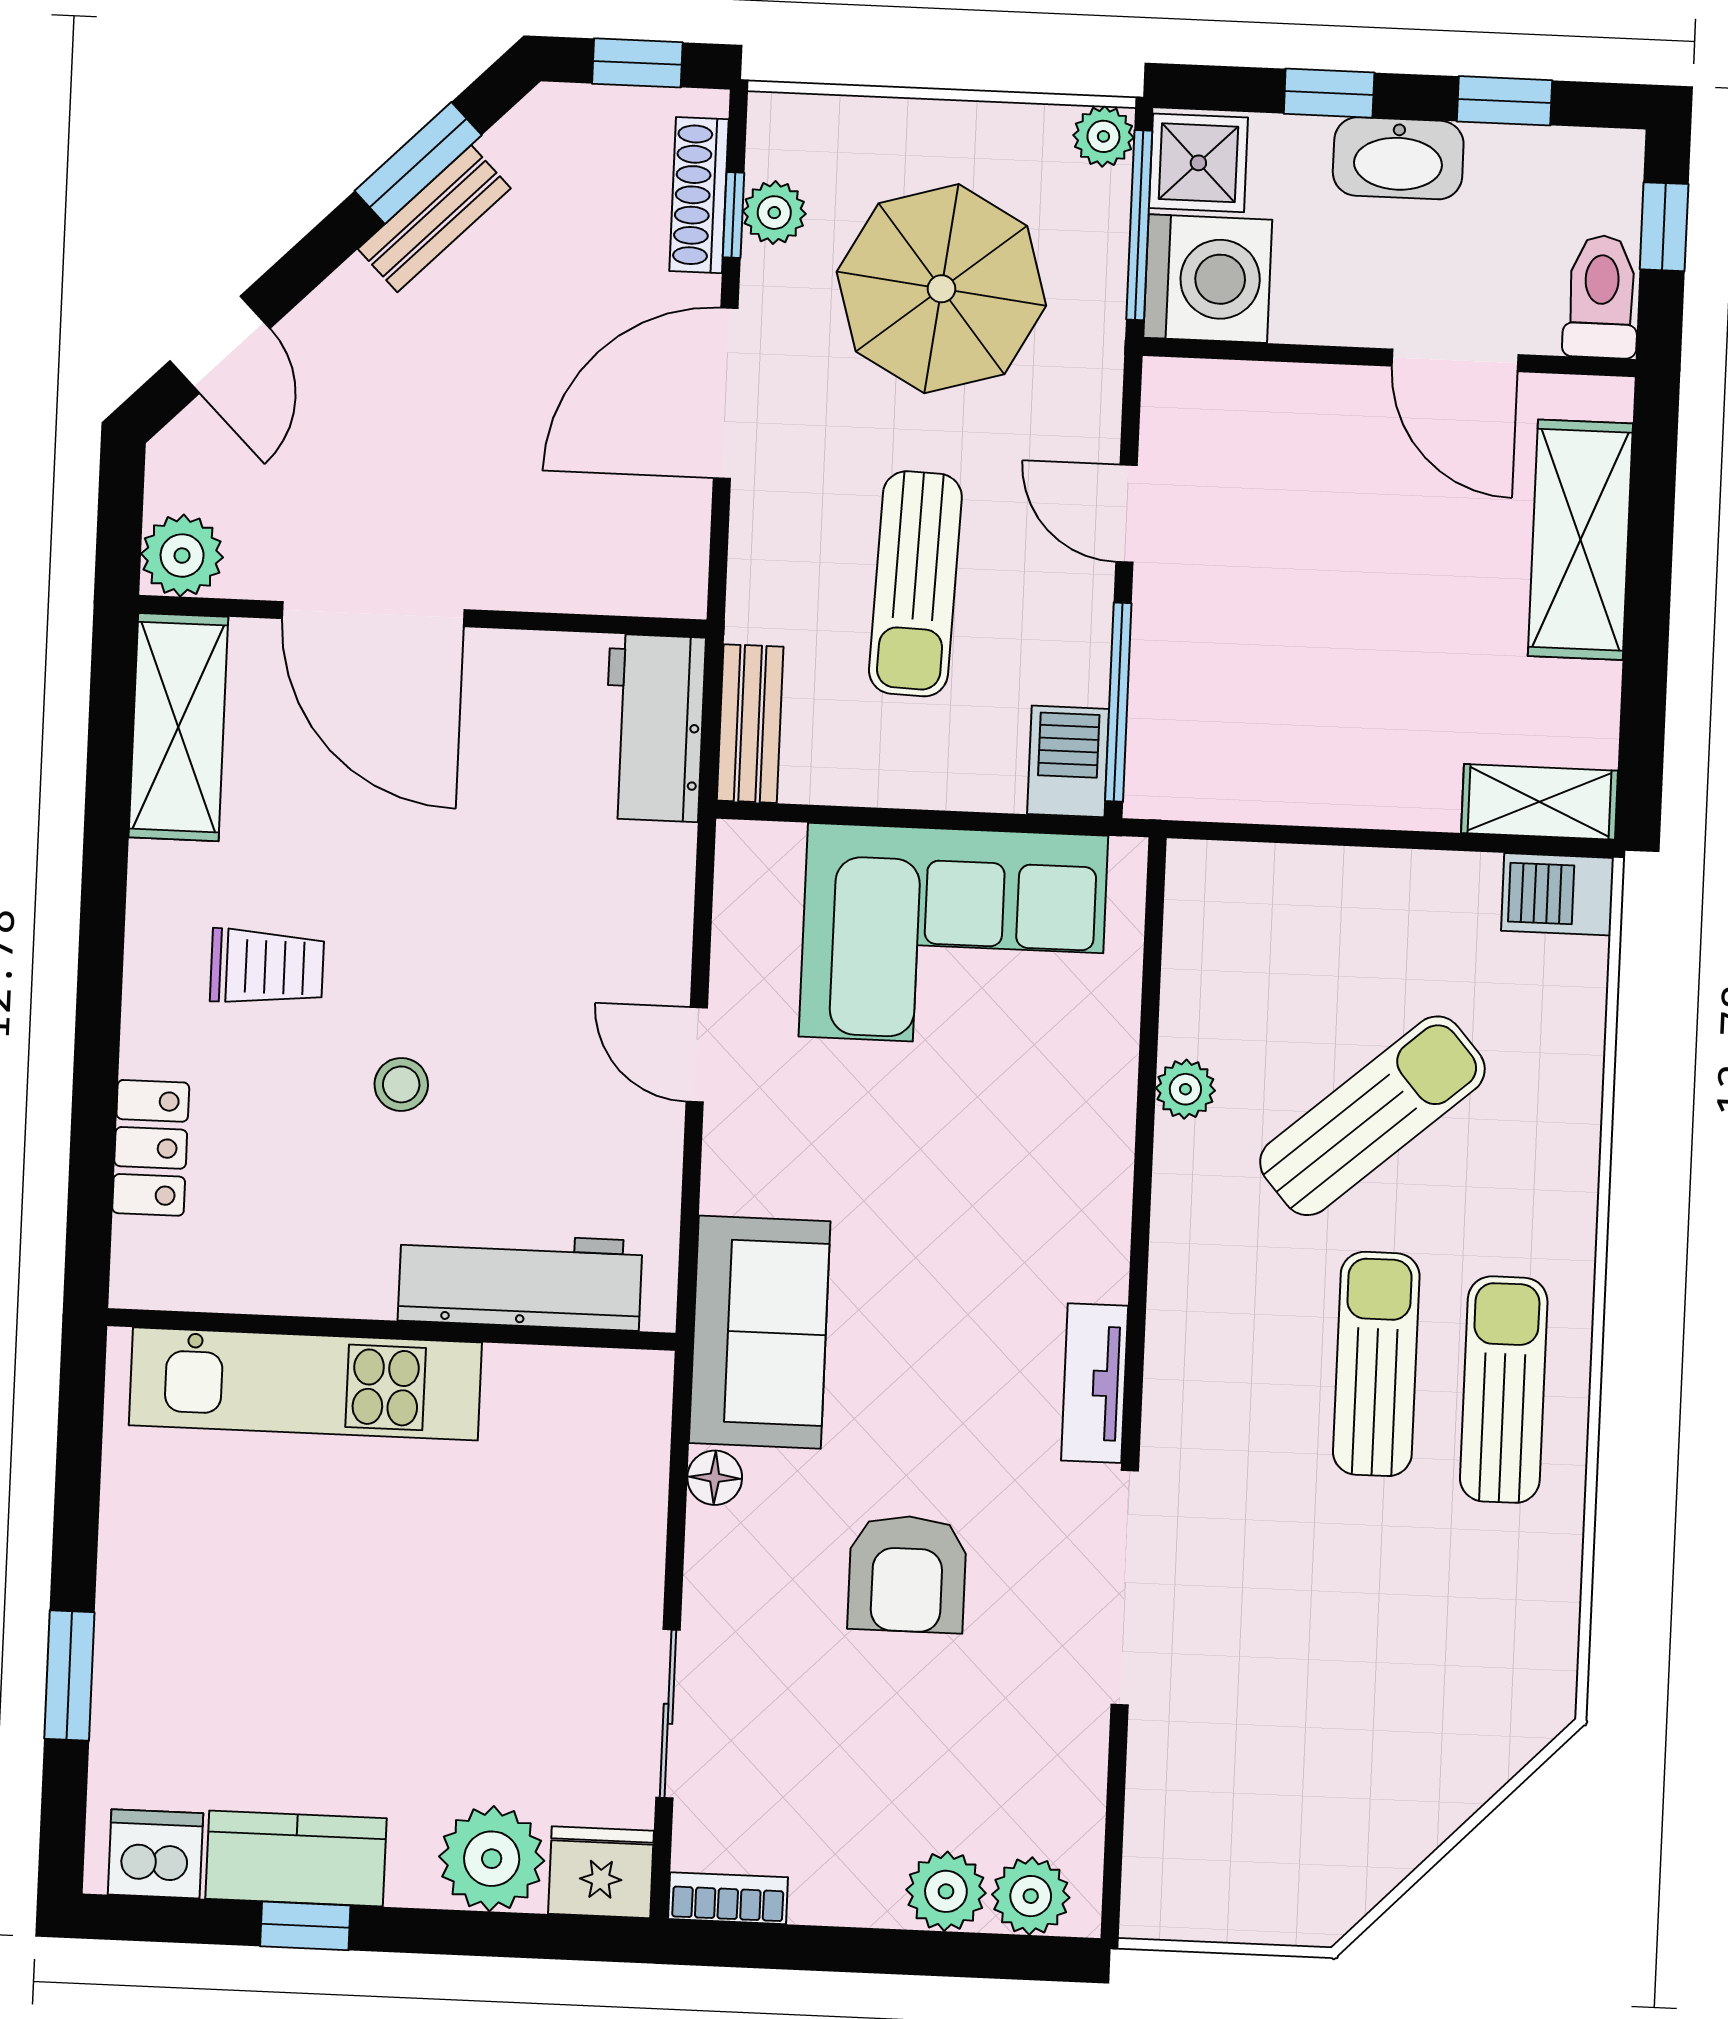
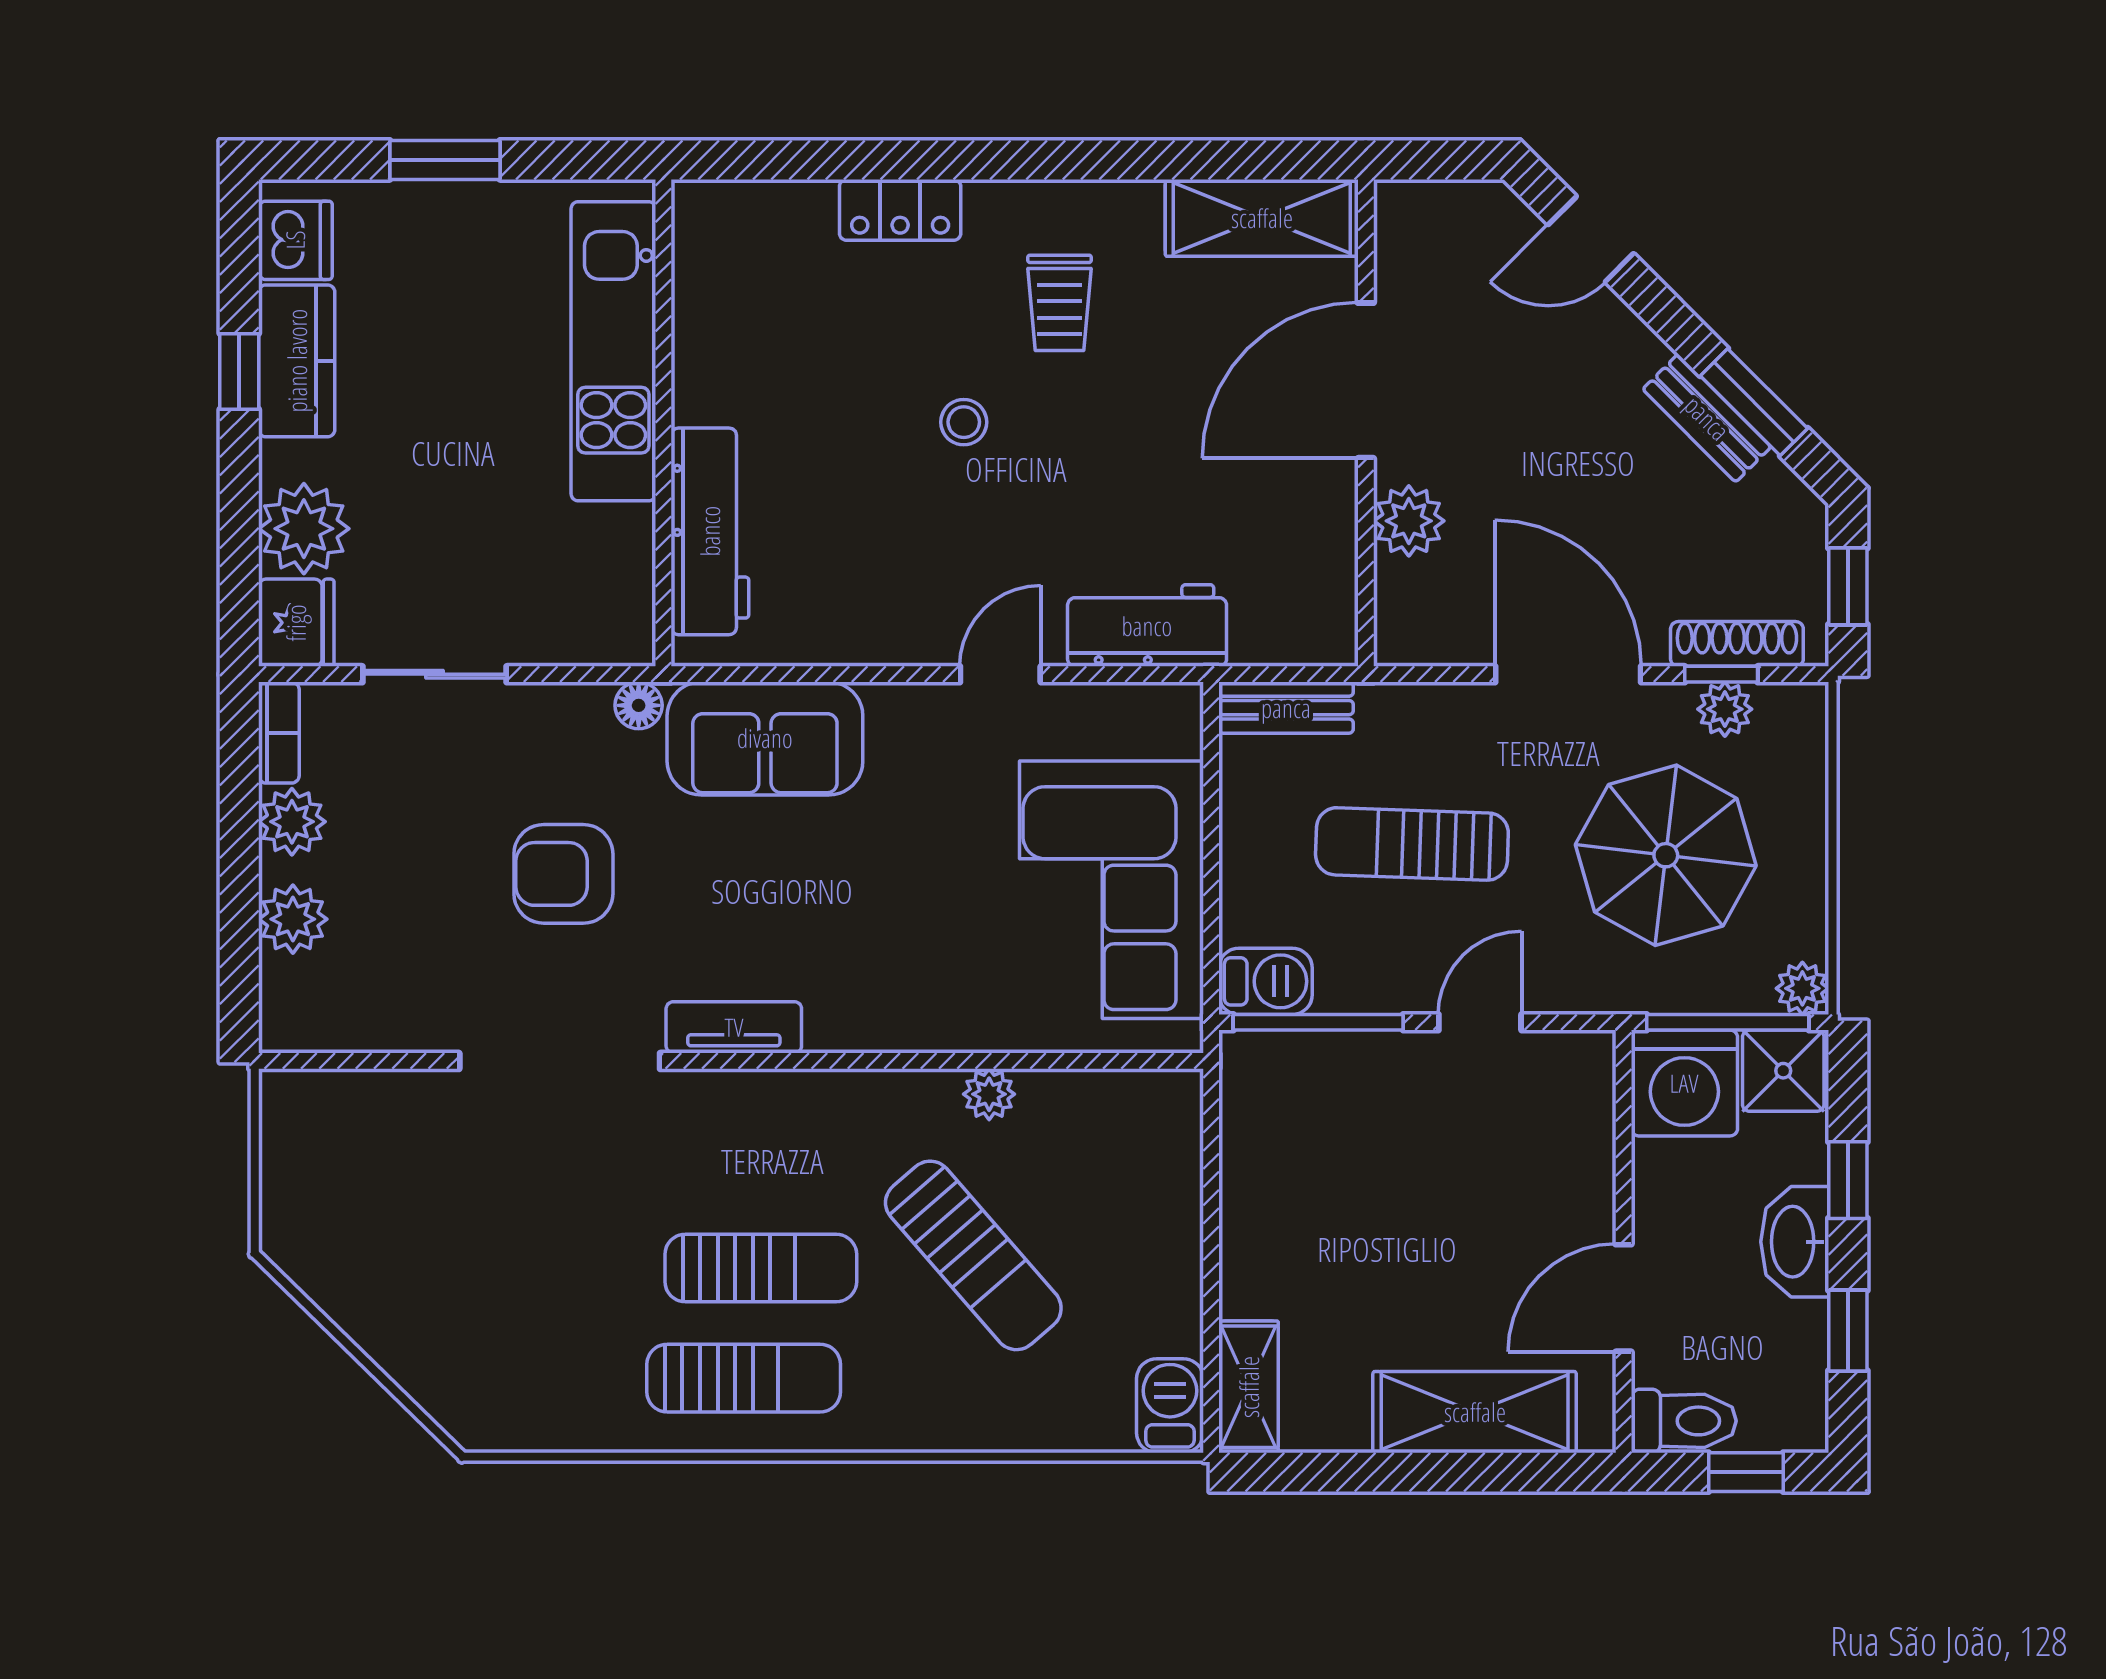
plant: (182, 556) -> (1409, 521), moved
workbench: (654, 728) -> (1147, 626), moved
workbench: (520, 1281) -> (710, 531), moved
wall: (391, 1329) -> (663, 423), moved
kitchen unit: (305, 1384) -> (613, 351), moved
plant: (1031, 1896) -> (292, 822), moved

